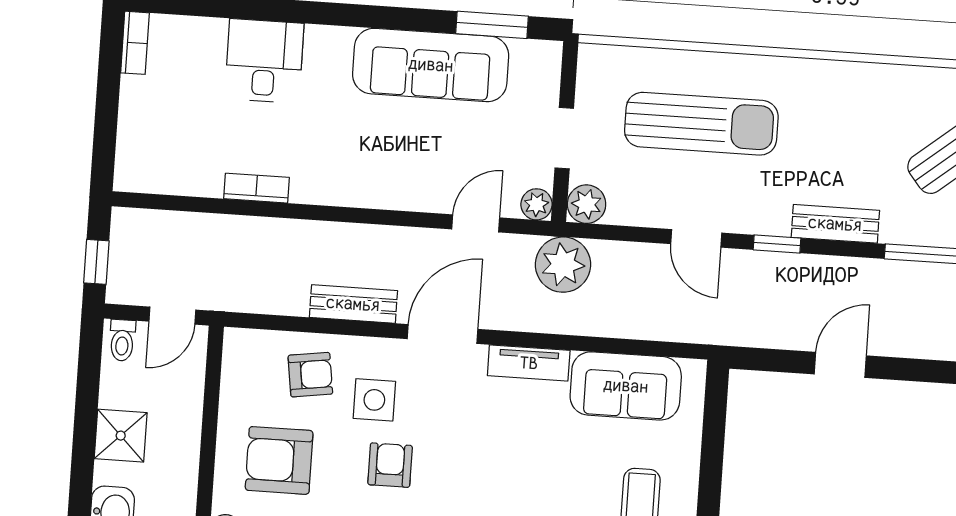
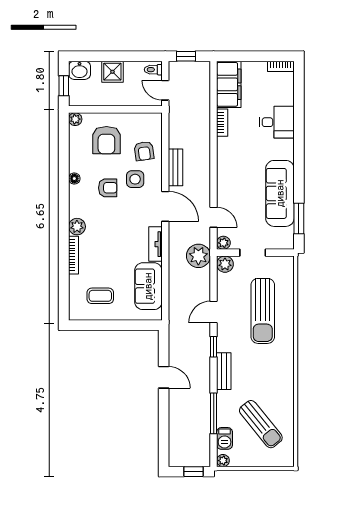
filing cabinet: (169, 167) -> (229, 84), added
armchair: (279, 460) -> (106, 140), turned 180

